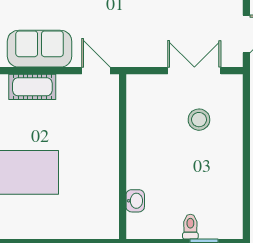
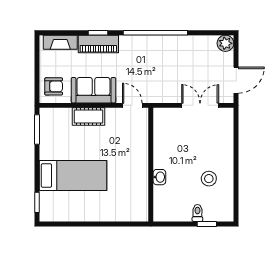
stool: (199, 120) -> (209, 179), moved
washbasin: (135, 201) -> (159, 177), moved

